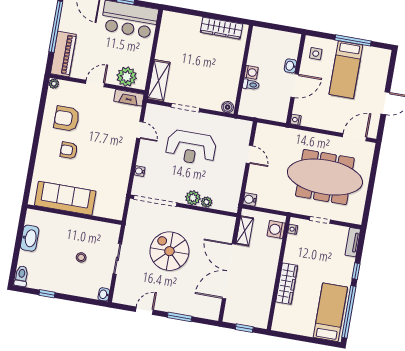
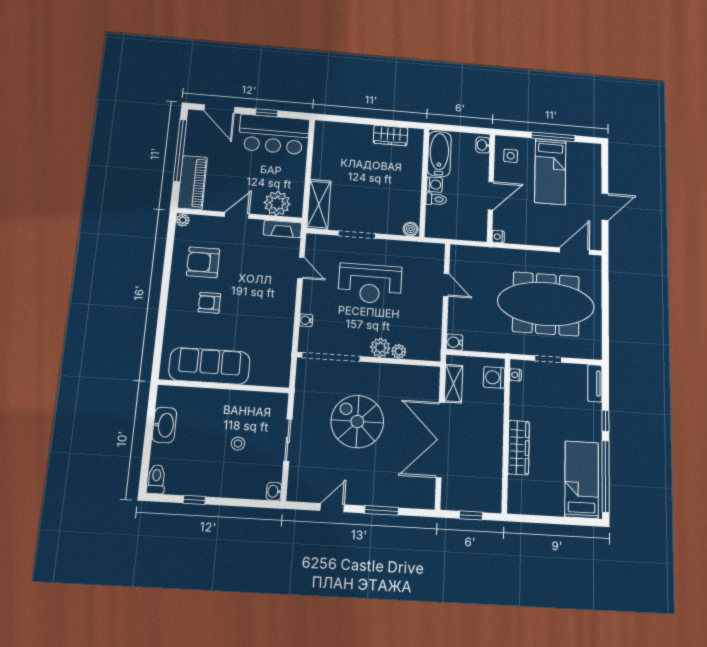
wardrobe: (221, 28) -> (390, 135), width x0.67
bathtub: (258, 47) -> (439, 154), added
washbasin: (290, 66) -> (483, 145), moved

